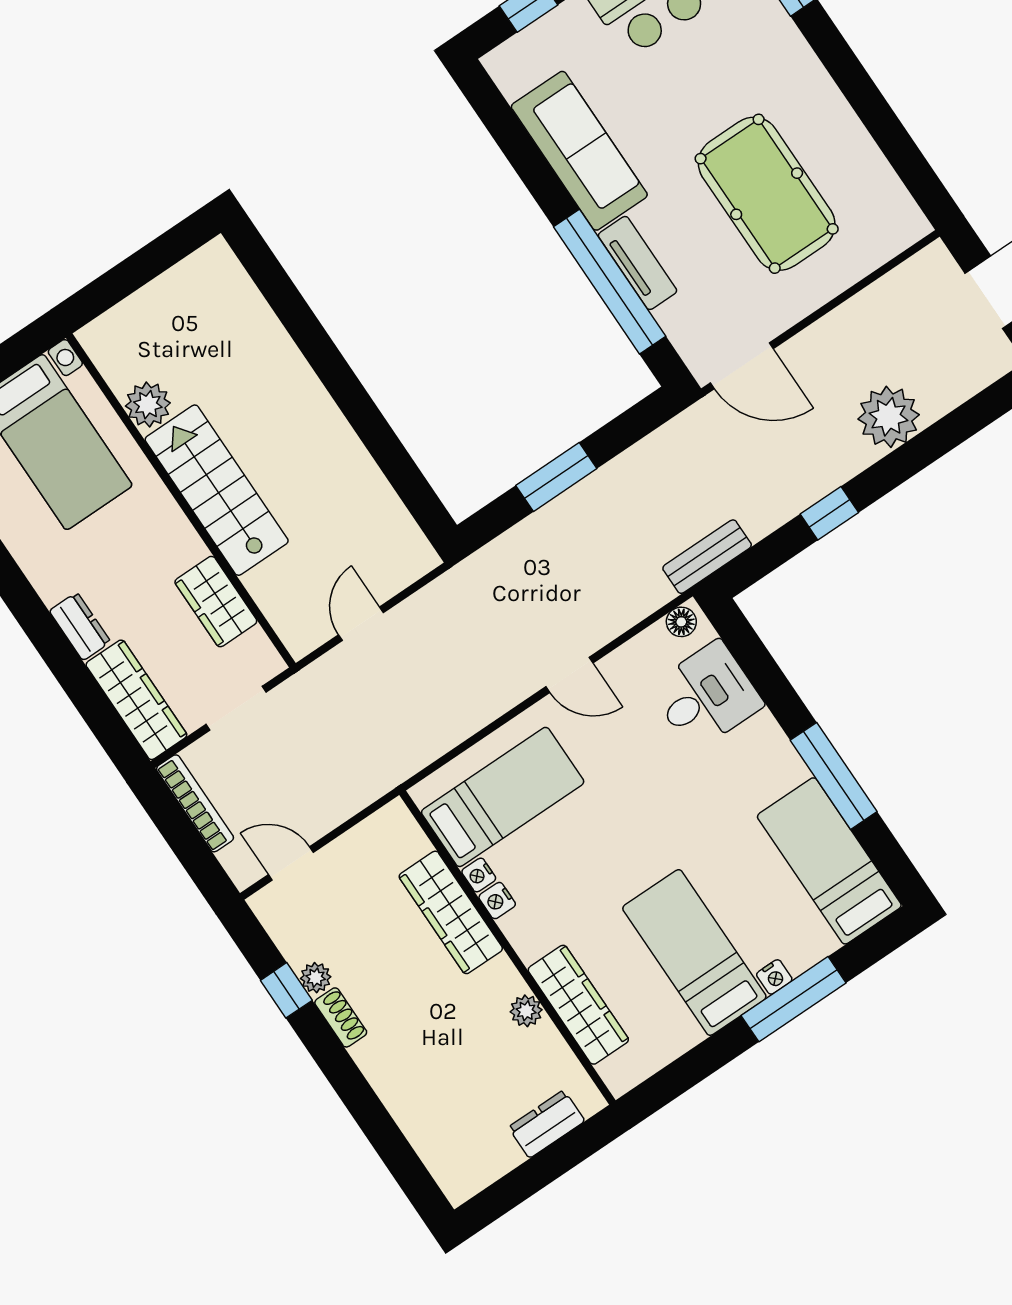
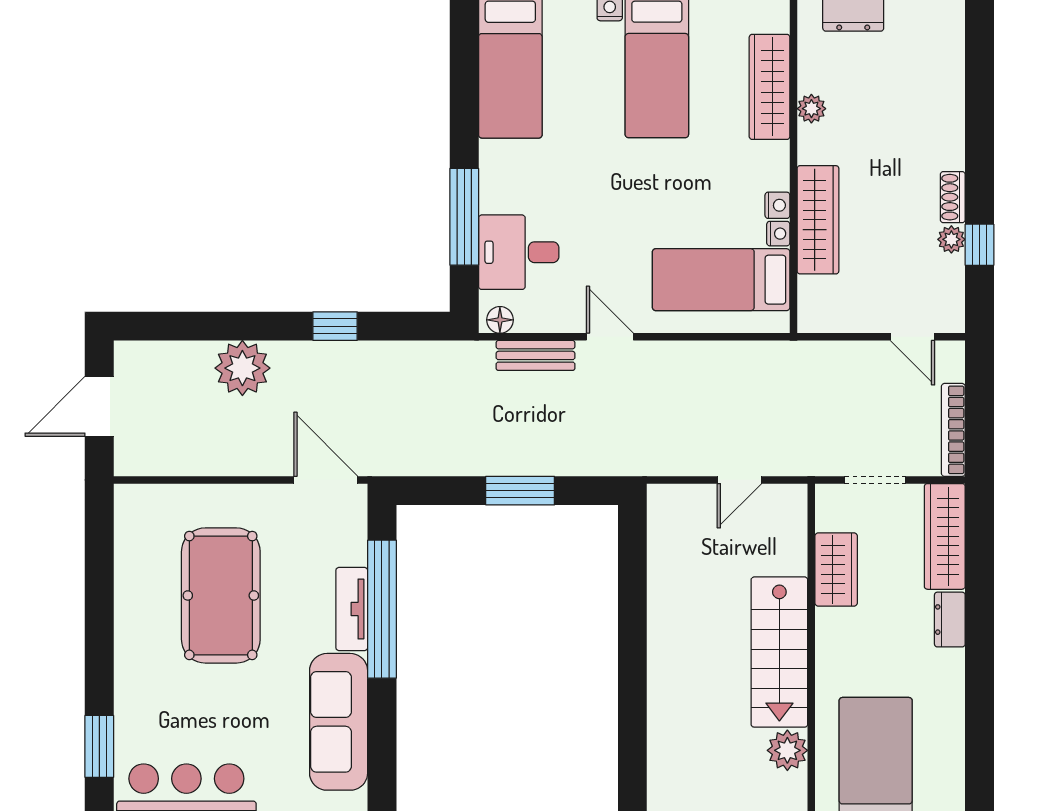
bench: (707, 557) -> (535, 355), moved
window: (834, 776) -> (464, 217), moved

